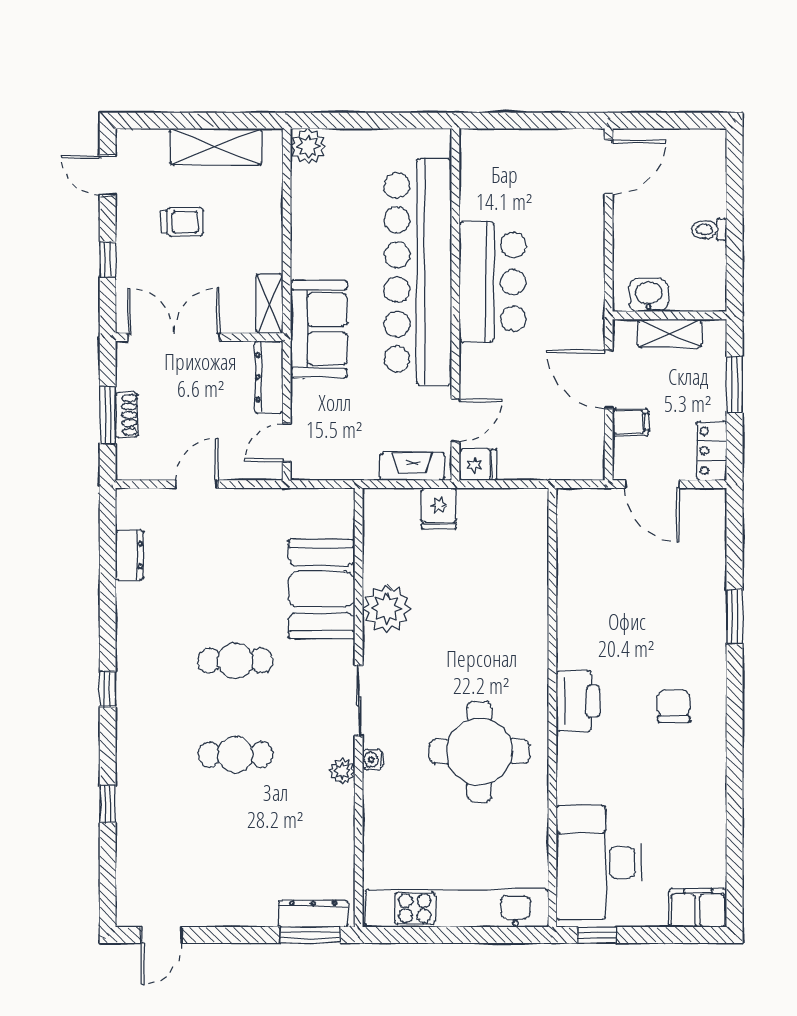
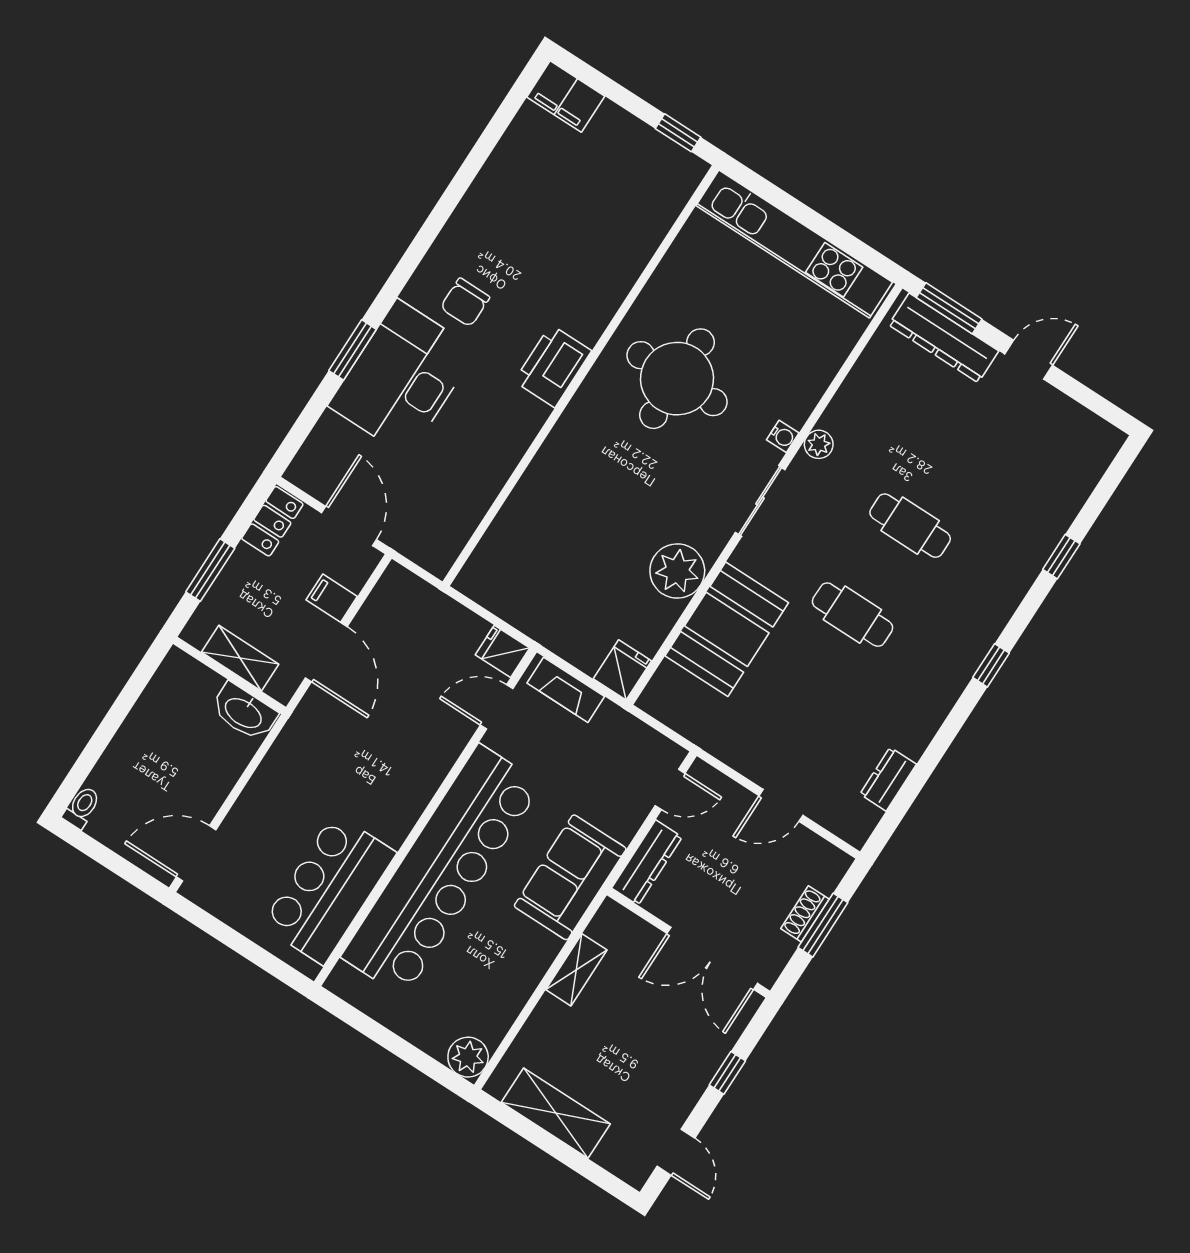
trolley: (182, 222) -> (634, 1063), removed
toilet: (709, 229) -> (82, 807), moved, turned -90
bar counter: (493, 282) -> (329, 889), moved
washbasin: (649, 295) -> (244, 712), width x1.38
shelving: (270, 304) -> (576, 970), moved
fridge: (439, 509) -> (622, 670), moved
desk: (599, 863) -> (402, 378), moved, turned 180
dresser: (313, 914) -> (944, 338), width x1.37, depth x1.24
door: (162, 935) -> (1029, 360), moved

